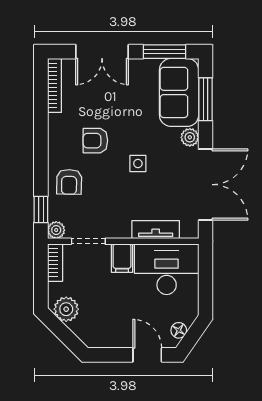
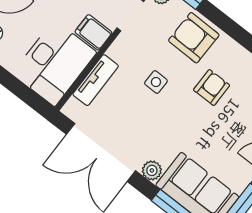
side table: (138, 163) -> (156, 82), moved
armchair: (69, 182) -> (194, 38), width x1.38, depth x1.38

